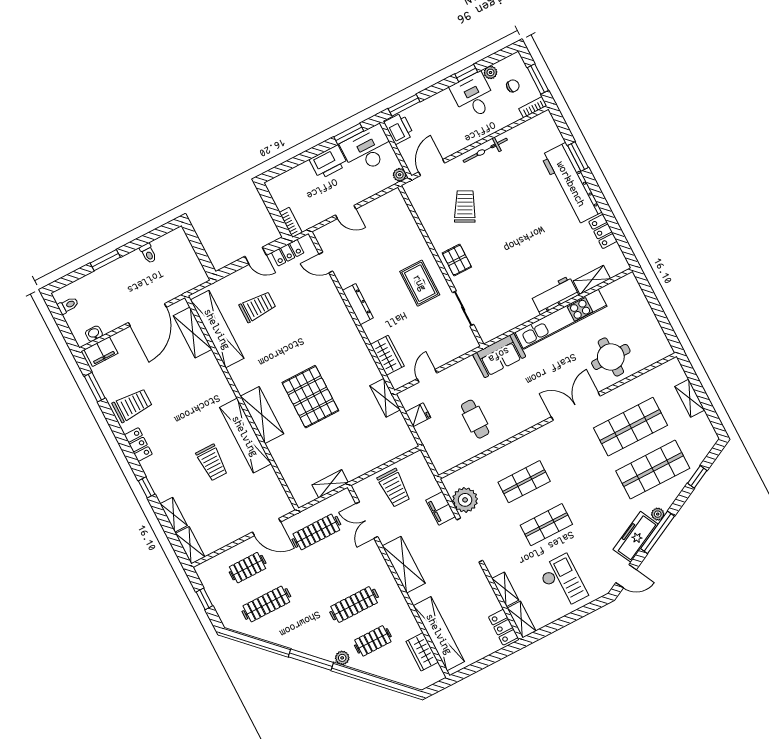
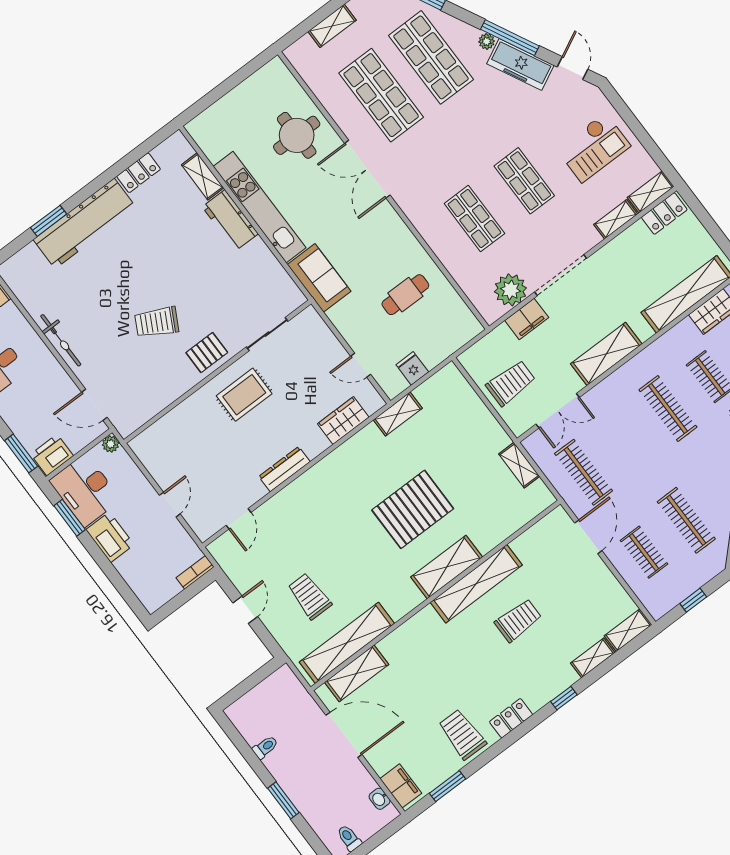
trolley: (465, 206) -> (157, 322), moved
locker: (288, 253) -> (234, 570), removed
checkout: (563, 582) -> (594, 148), turned 180

